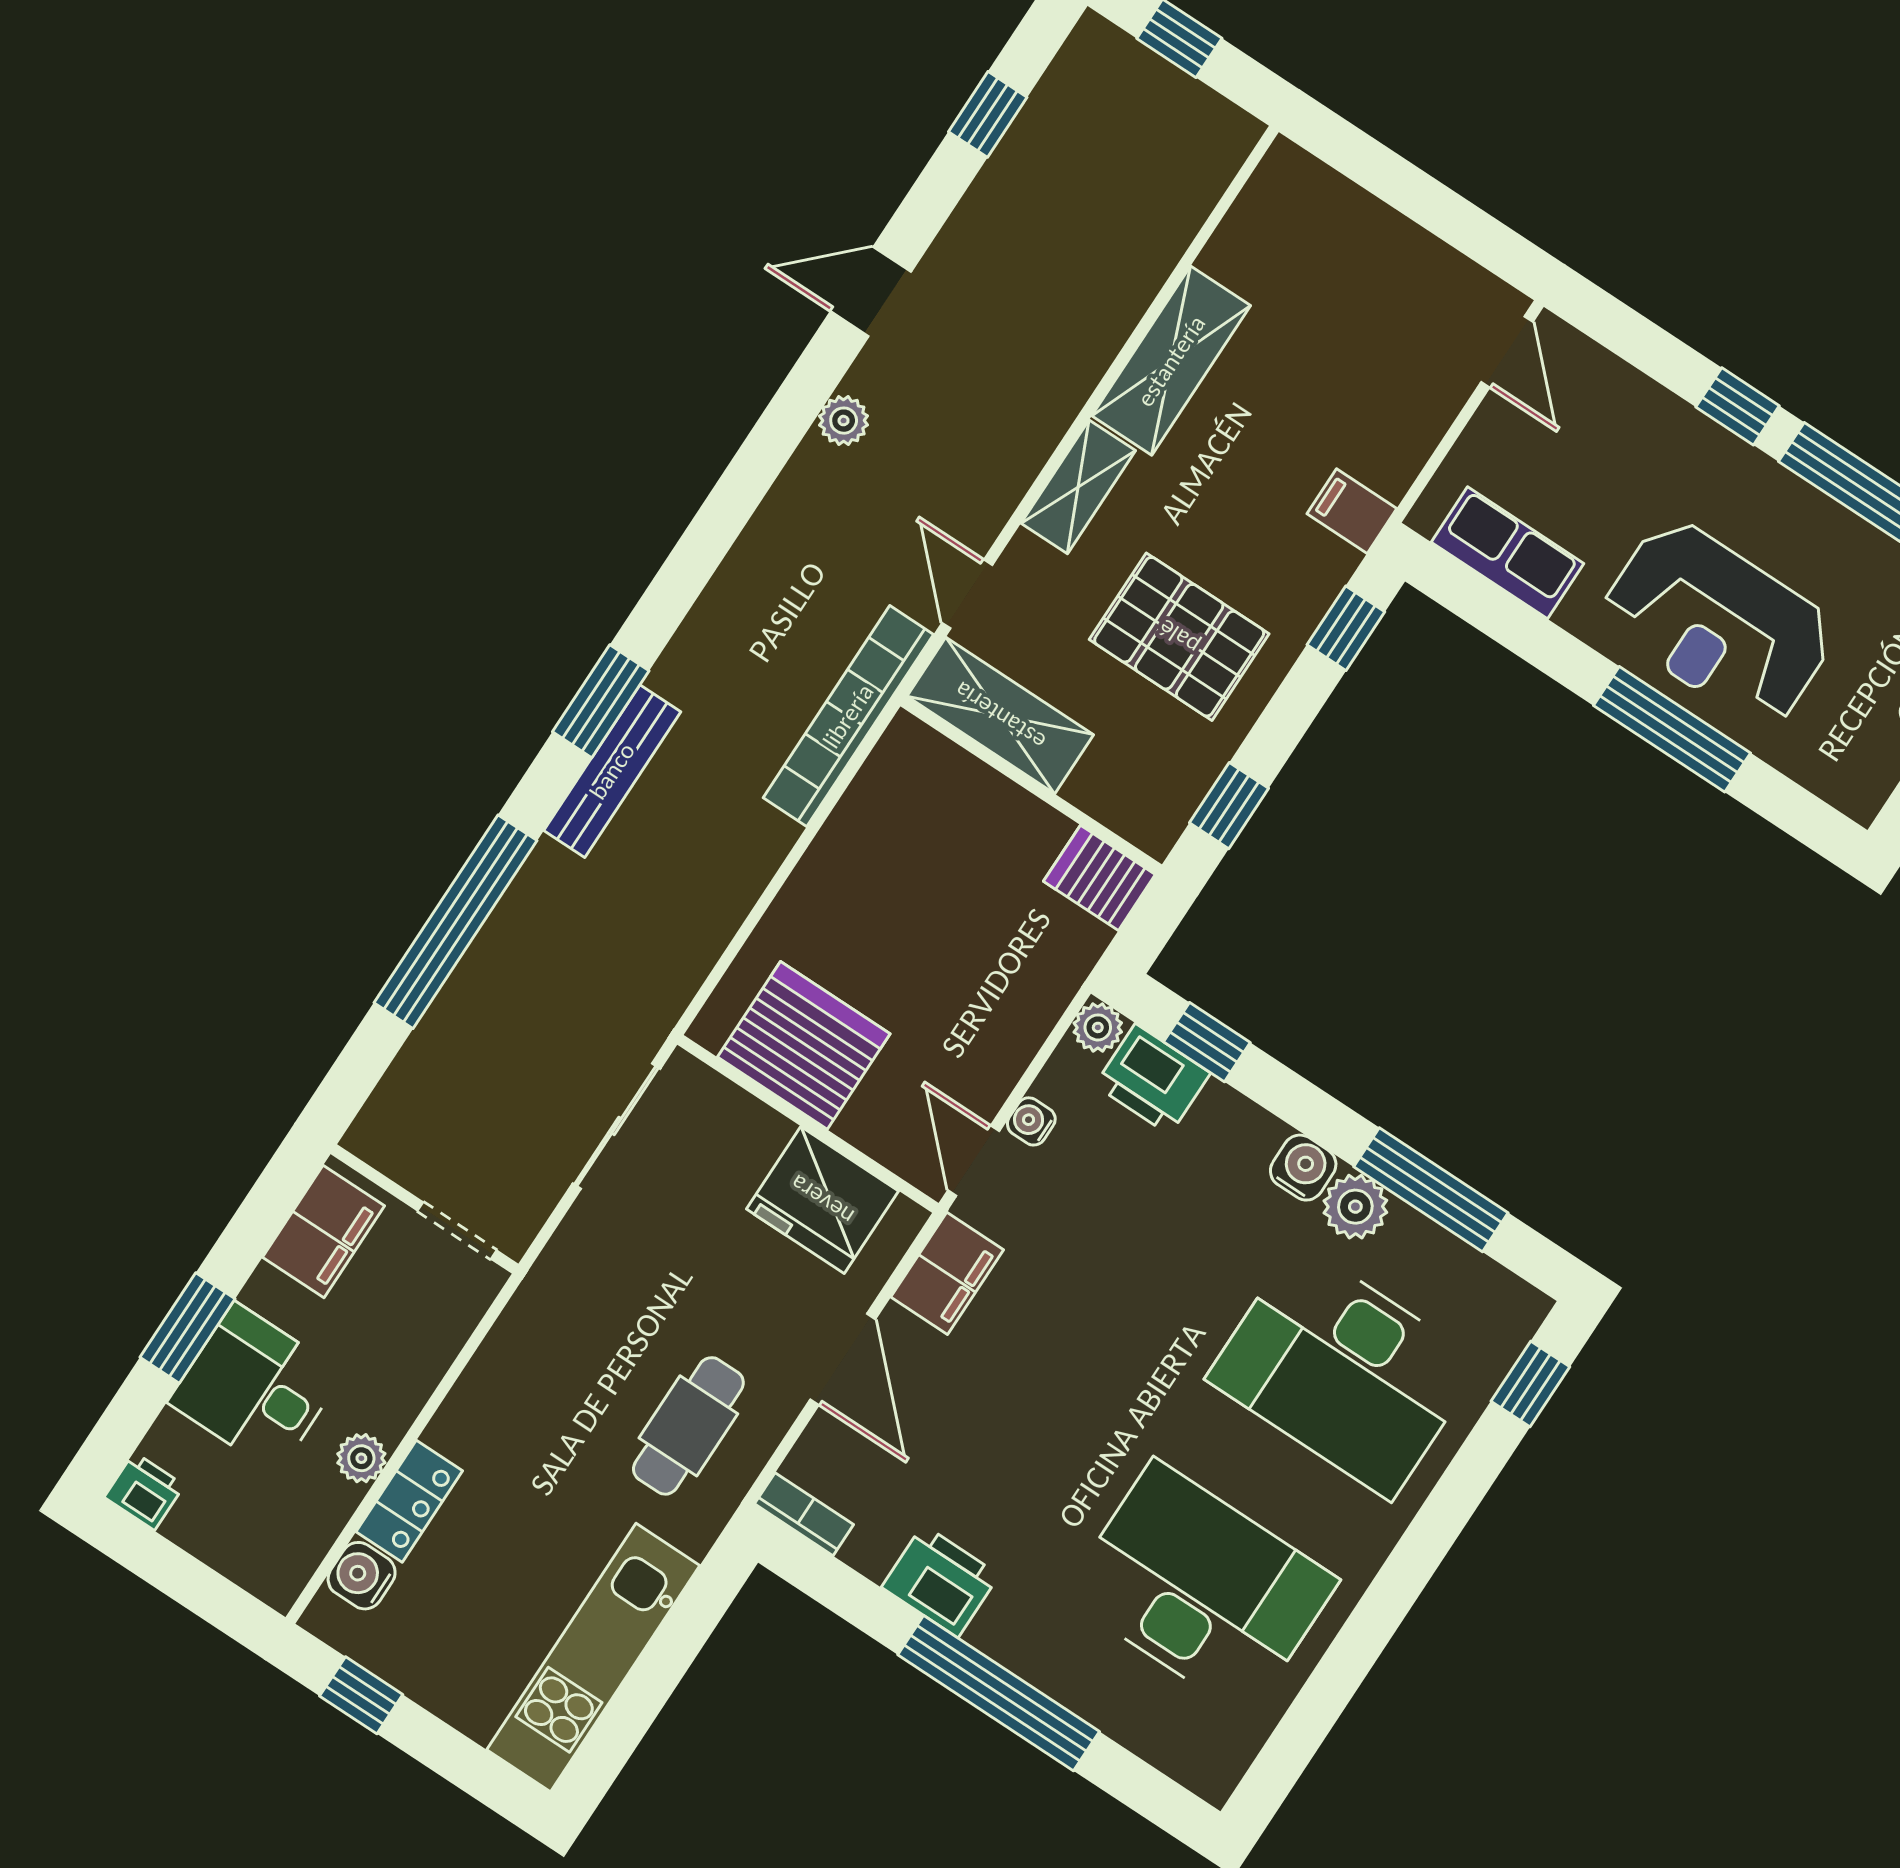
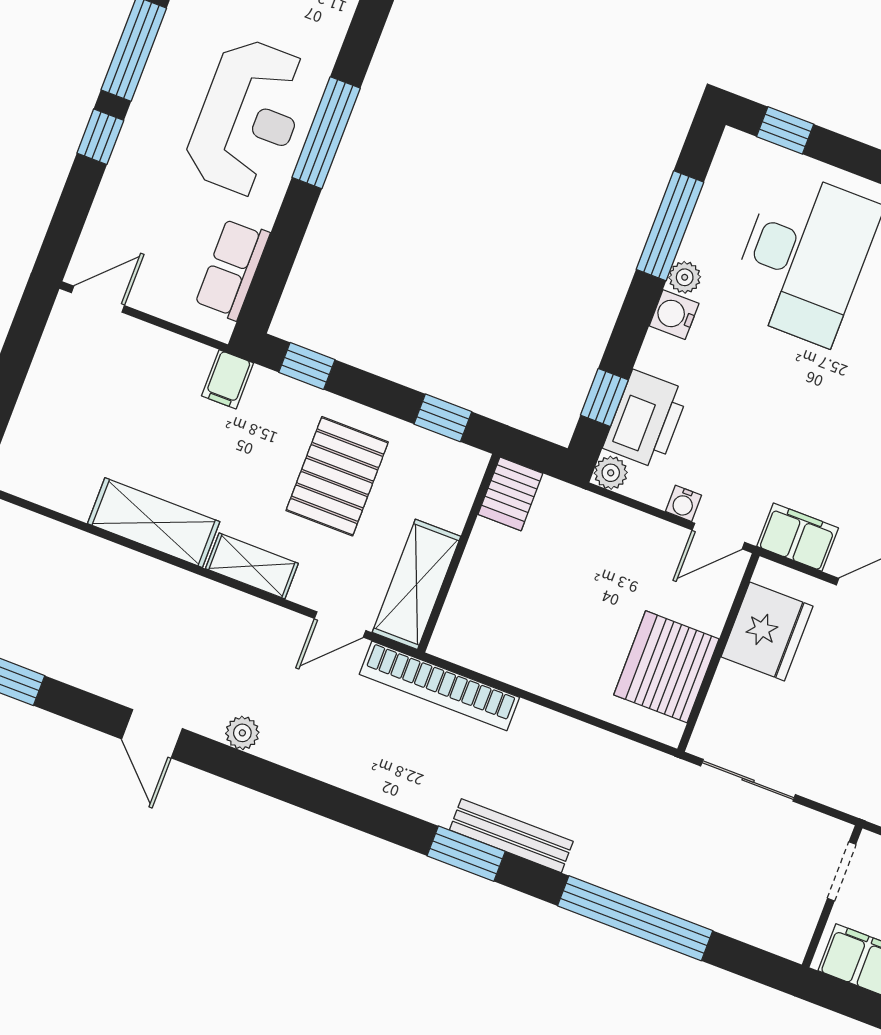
printer: (1153, 1079) -> (646, 419), width x1.37, depth x1.19
plant: (1355, 1207) -> (685, 277), width x0.73, depth x0.73

